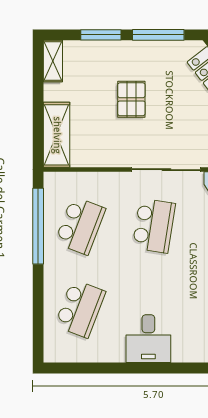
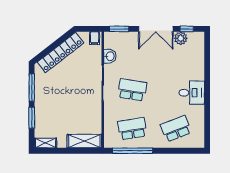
pallet: (131, 99) -> (66, 102), removed
school desk: (80, 226) -> (132, 129), turned -30
school desk: (80, 309) -> (176, 129), turned -42

